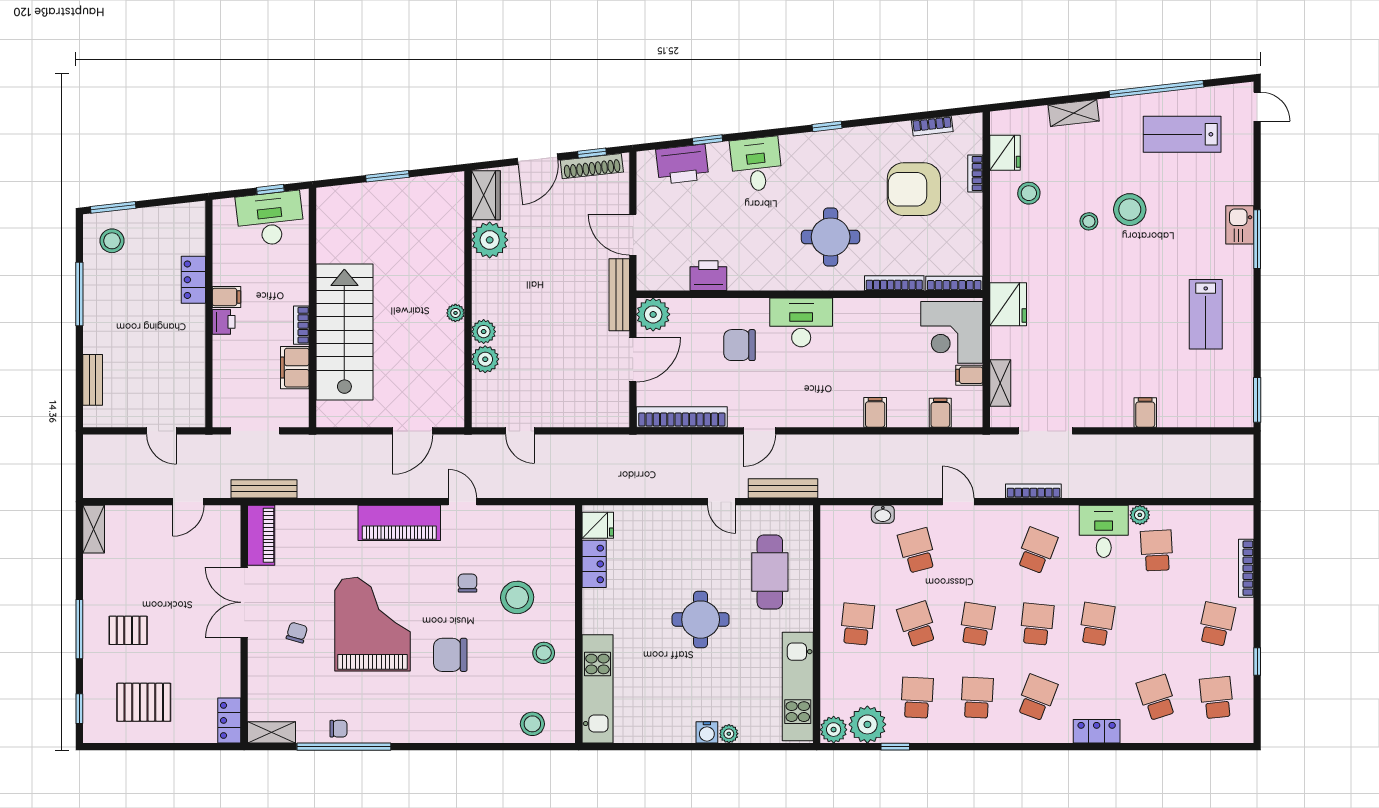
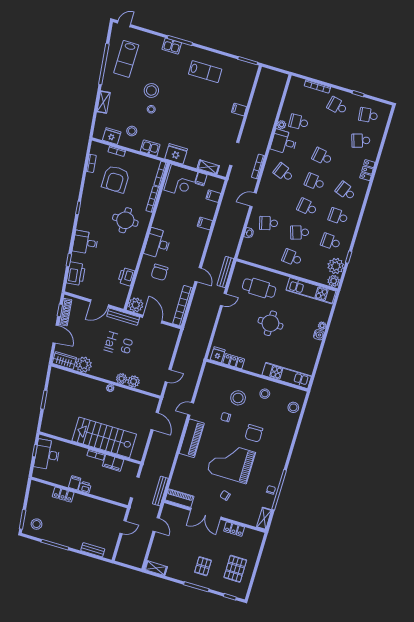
kitchen sink: (1004, 244) -> (150, 148), added
locker: (229, 720) -> (234, 529), moved

